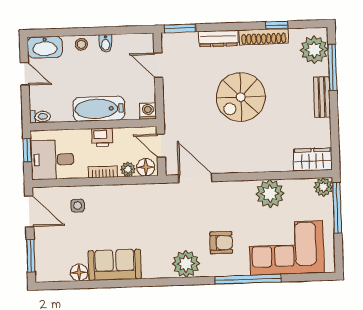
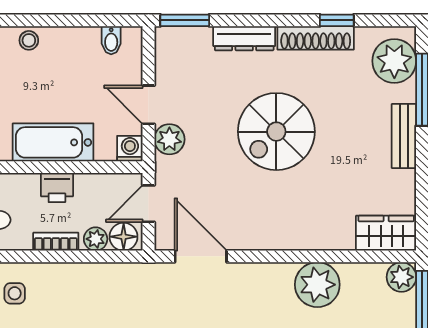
bidet: (106, 43) -> (111, 40), moved
door: (158, 65) -> (148, 105), moved
plant: (173, 104) -> (169, 139), added
door: (161, 146) -> (148, 204), hinge flipped

